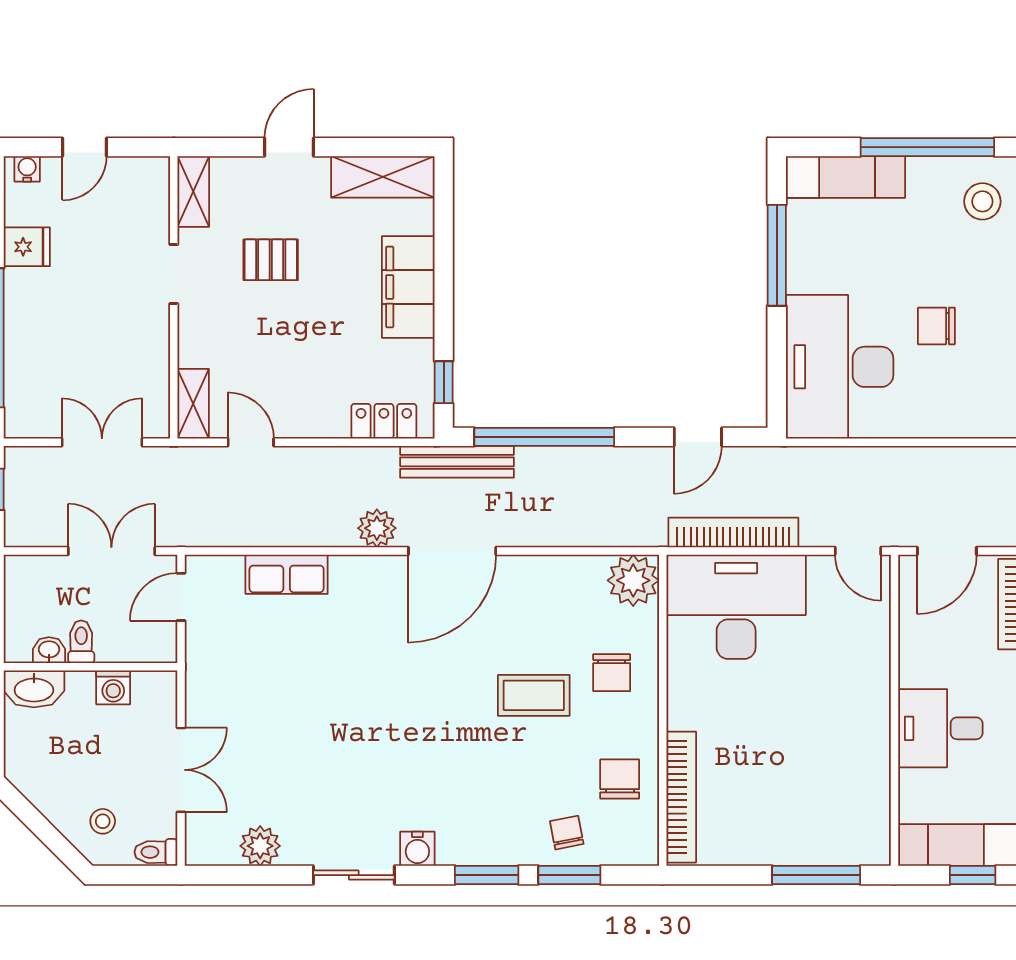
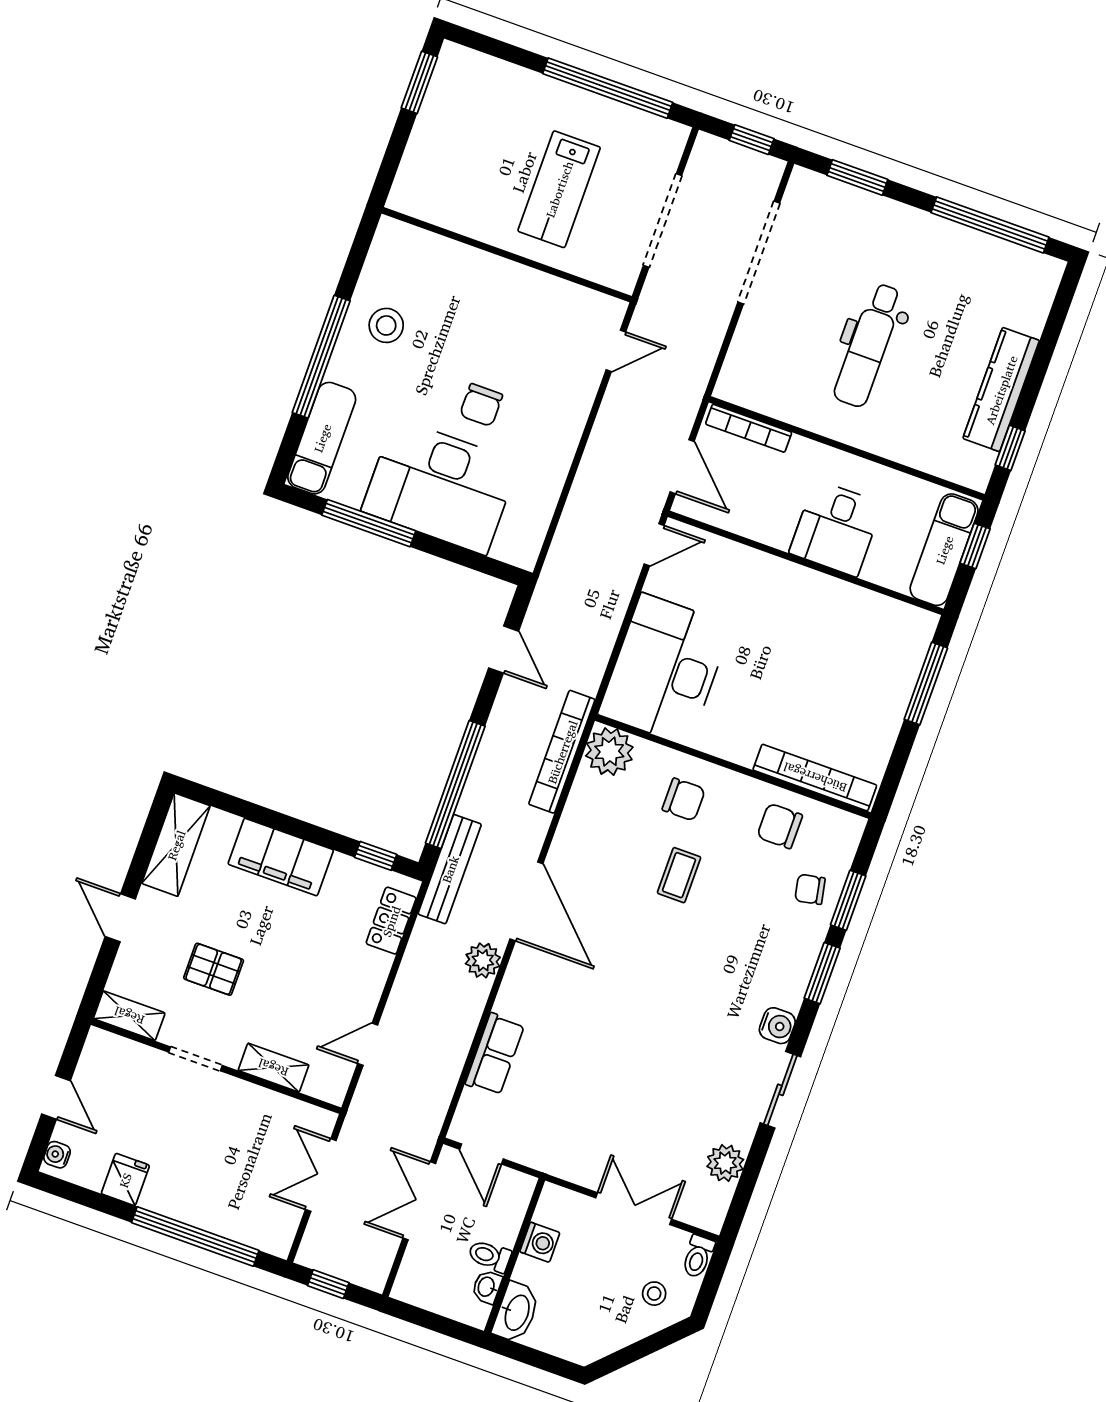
pallet: (271, 260) -> (214, 969), turned 90
desk: (840, 367) -> (440, 486), moved
shelving: (193, 404) -> (273, 1068), moved
bookcase: (733, 533) -> (562, 752), moved
coffee table: (534, 695) -> (679, 875), width x0.73, depth x0.77

